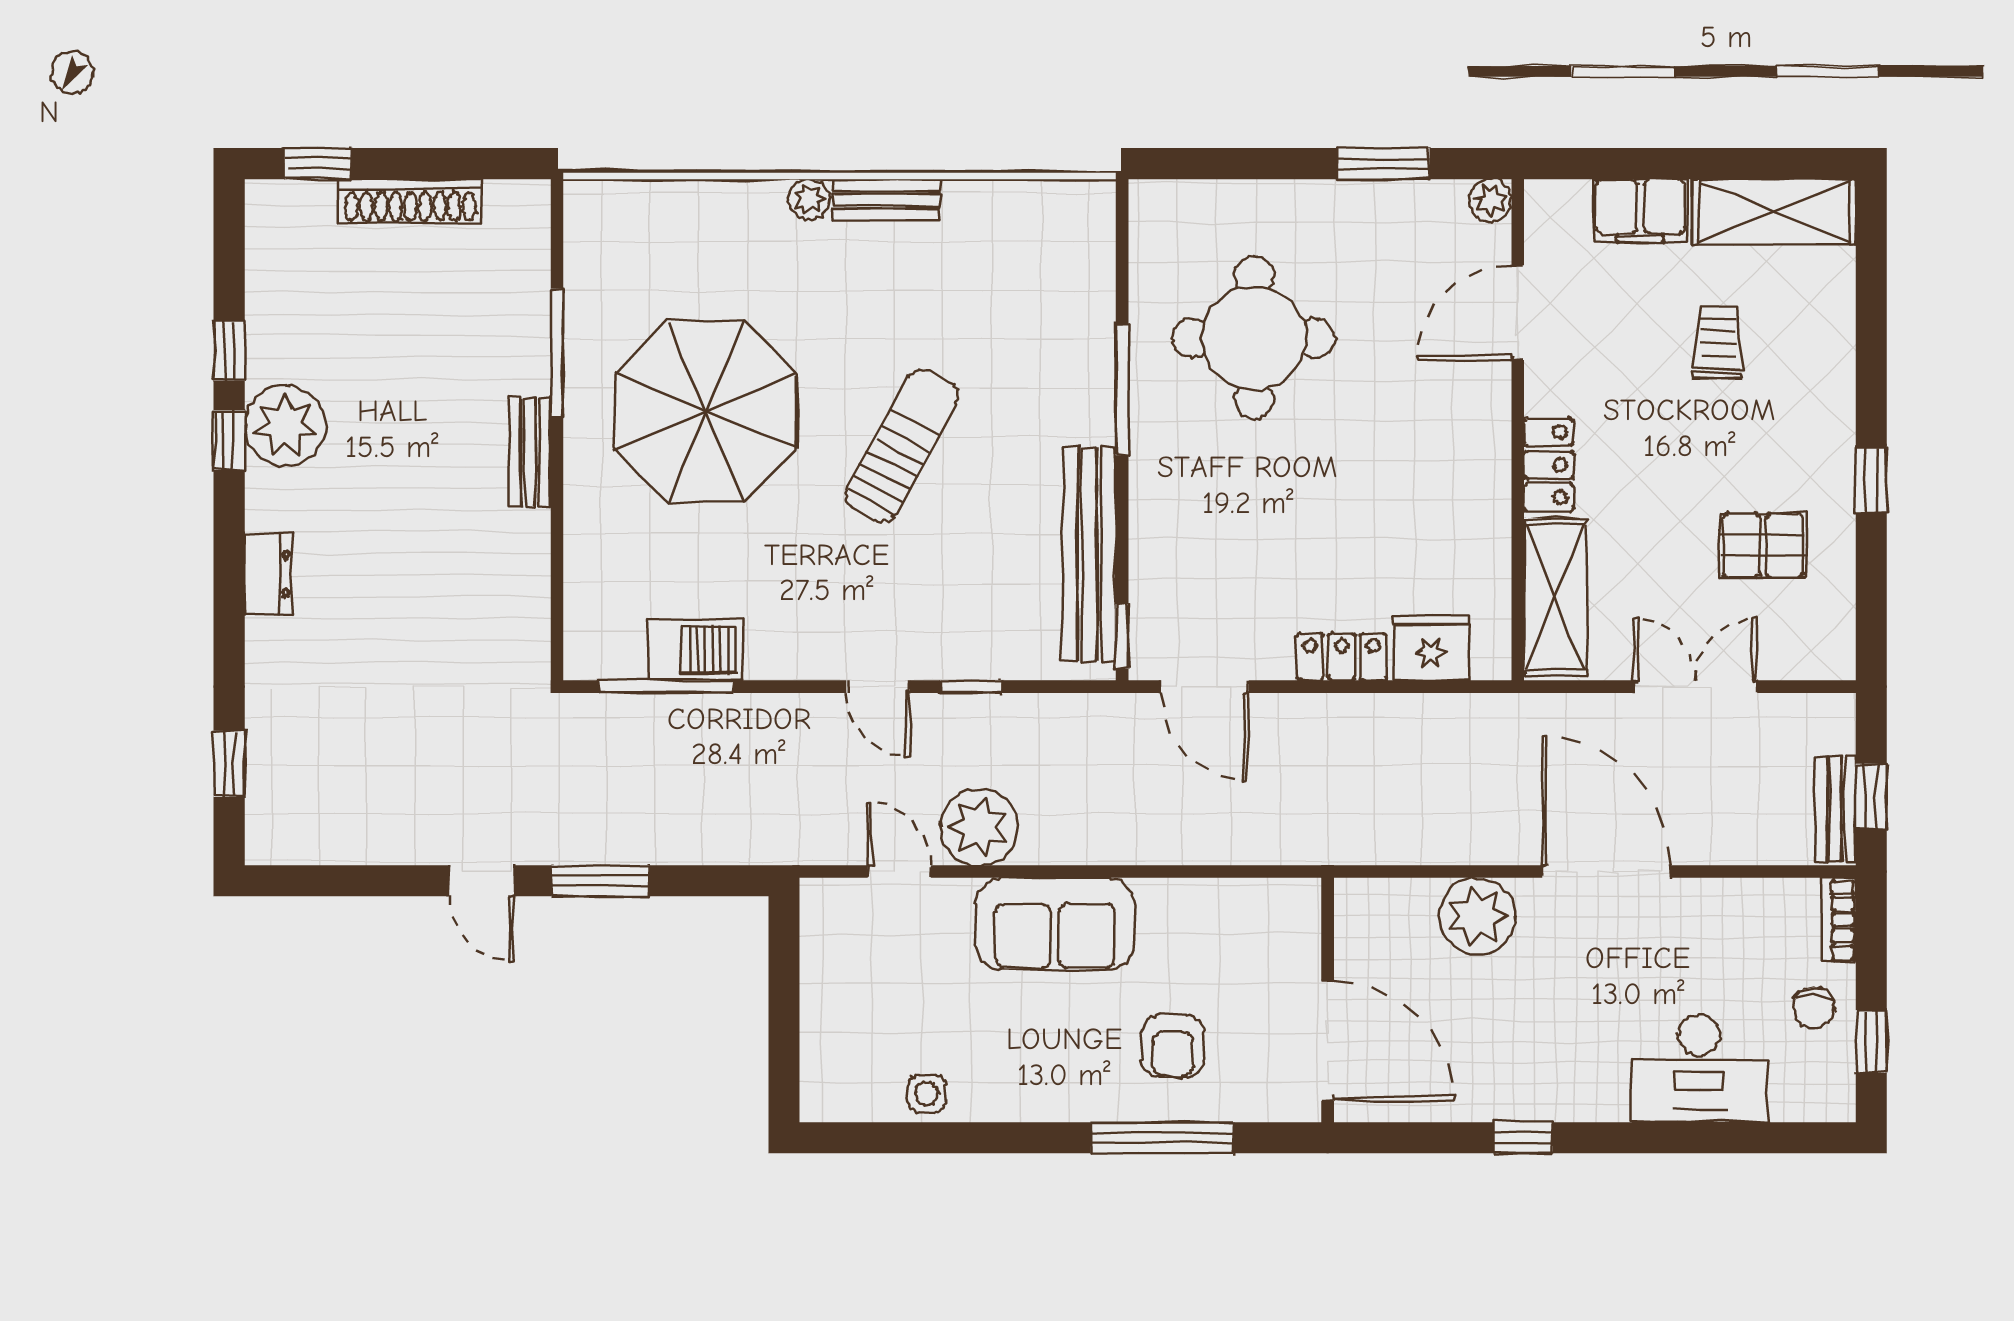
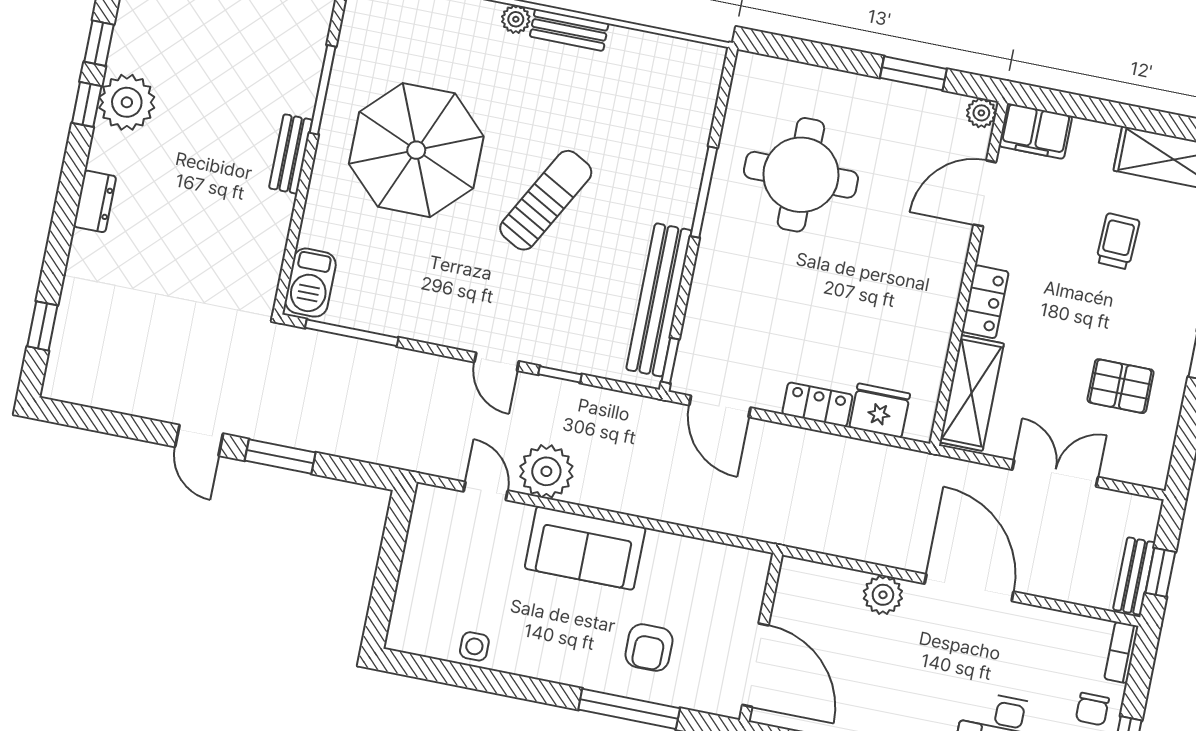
filing cabinet: (1640, 211) -> (1035, 131), moved
barbecue: (695, 650) -> (310, 283), moved, turned 90
plant: (1477, 916) -> (883, 595), width x0.73, depth x0.73

